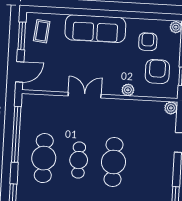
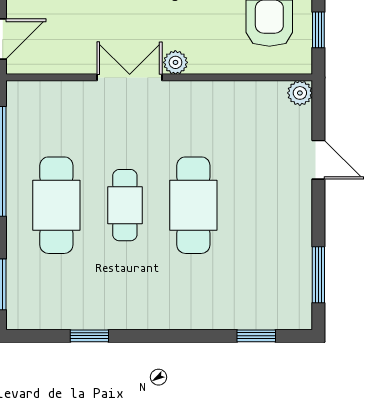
plant: (128, 90) -> (175, 62), moved

